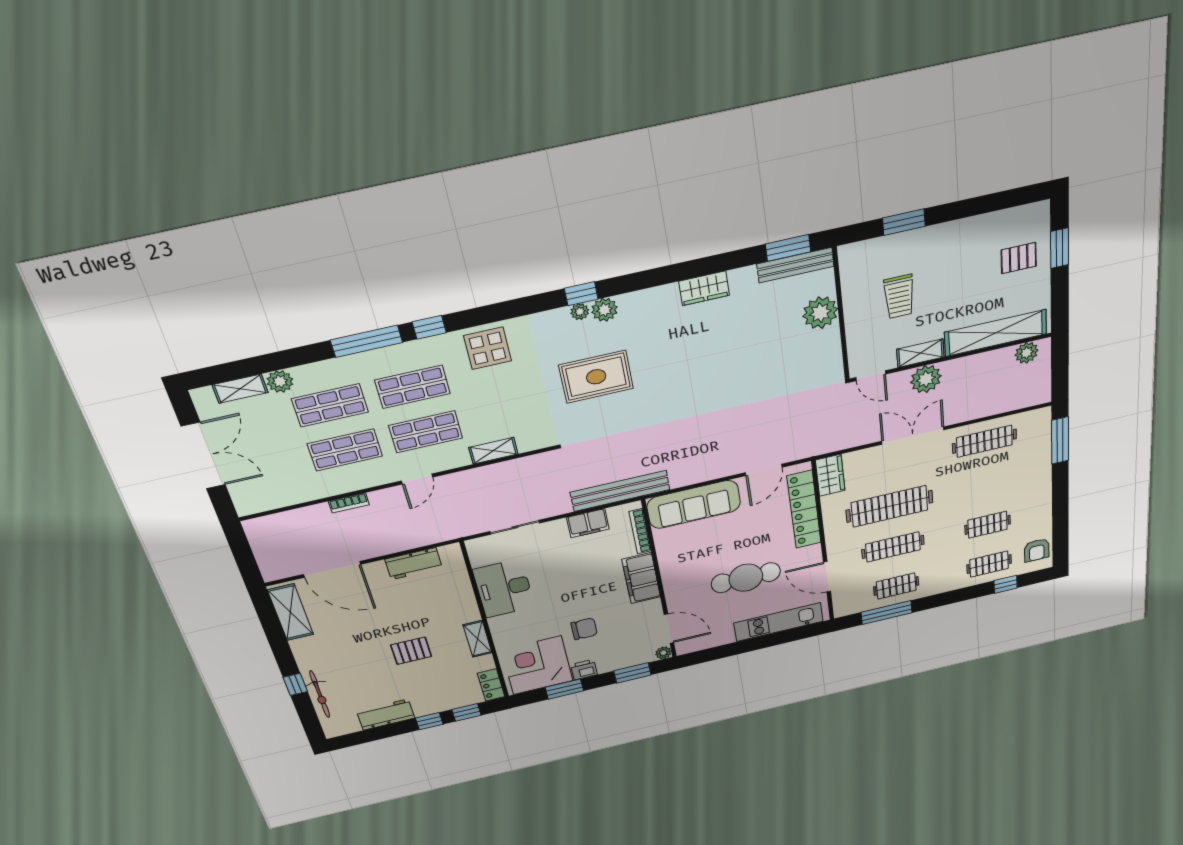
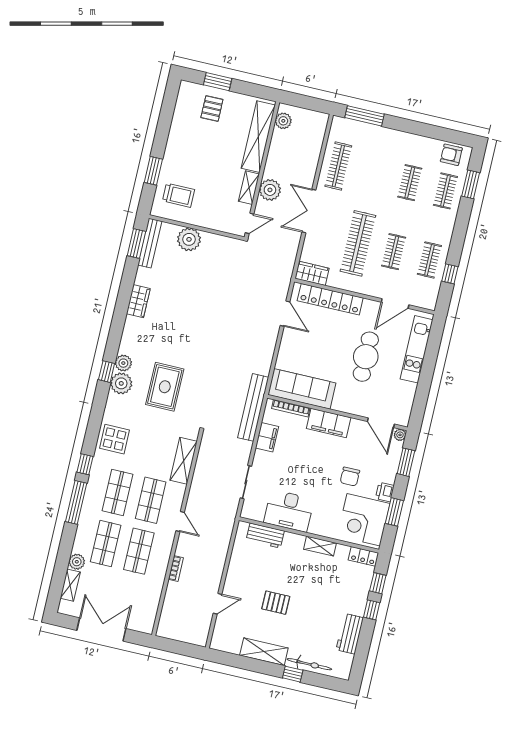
trolley: (899, 297) -> (179, 195), moved
plant: (580, 312) -> (121, 383), width x1.87, depth x1.87
shelving: (493, 451) -> (184, 461), width x1.50, depth x1.33
sofa: (694, 504) -> (302, 389), moved, turned -90
clothes rail: (893, 547) -> (394, 252), width x0.73
armchair: (1037, 550) -> (451, 155), turned 180
workbench: (414, 564) -> (265, 536), moved, turned 90
door: (332, 569) -> (218, 604), width x0.53
window: (1006, 584) -> (471, 184), width x1.50
shelving: (291, 612) -> (264, 652), moved
window: (887, 613) -> (450, 274), width x0.46
chair: (584, 629) -> (350, 477), turned 180
door: (669, 629) -> (381, 423), swing flipped
pallet: (411, 651) -> (276, 603), moved, turned 90

